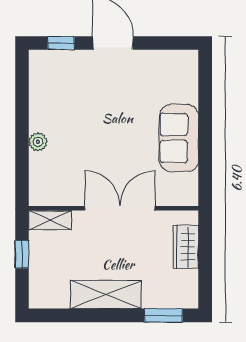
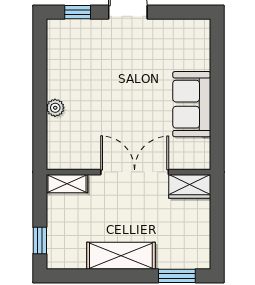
wardrobe: (186, 247) -> (190, 186), moved, turned -90
window: (22, 254) -> (40, 241), moved

